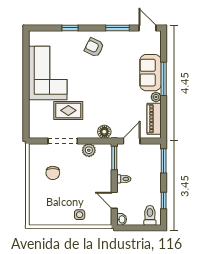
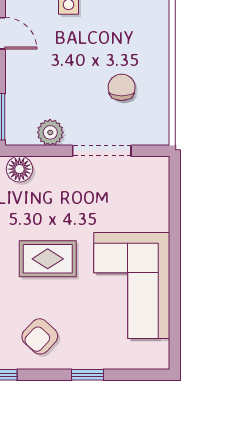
armchair: (94, 47) -> (40, 336), turned 107
rug: (68, 110) -> (48, 259), moved

